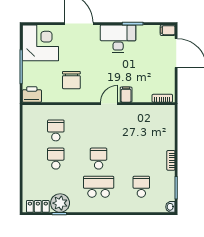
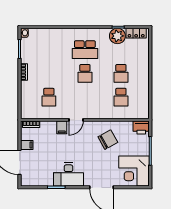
filing cabinet: (168, 30) -> (27, 145), moved
chair: (71, 80) -> (108, 140), turned 61
school desk: (141, 187) -> (49, 97), moved

